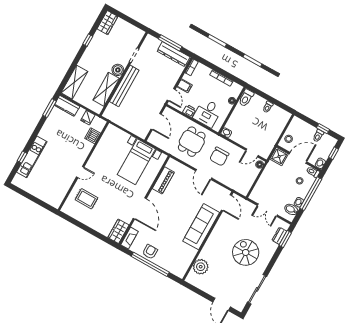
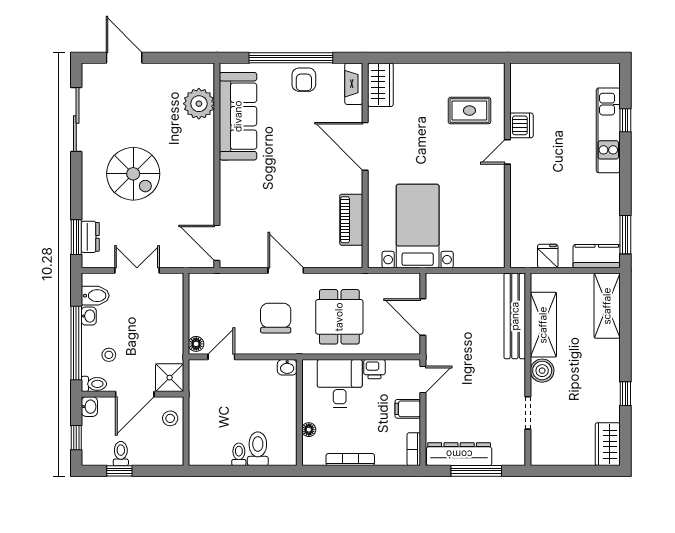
bench: (124, 86) -> (515, 316), moved
door: (171, 95) -> (423, 379), swing flipped
toilet: (246, 98) -> (258, 449), moved
dishwasher: (93, 136) -> (521, 125), moved
sofa: (201, 227) -> (238, 116), moved

